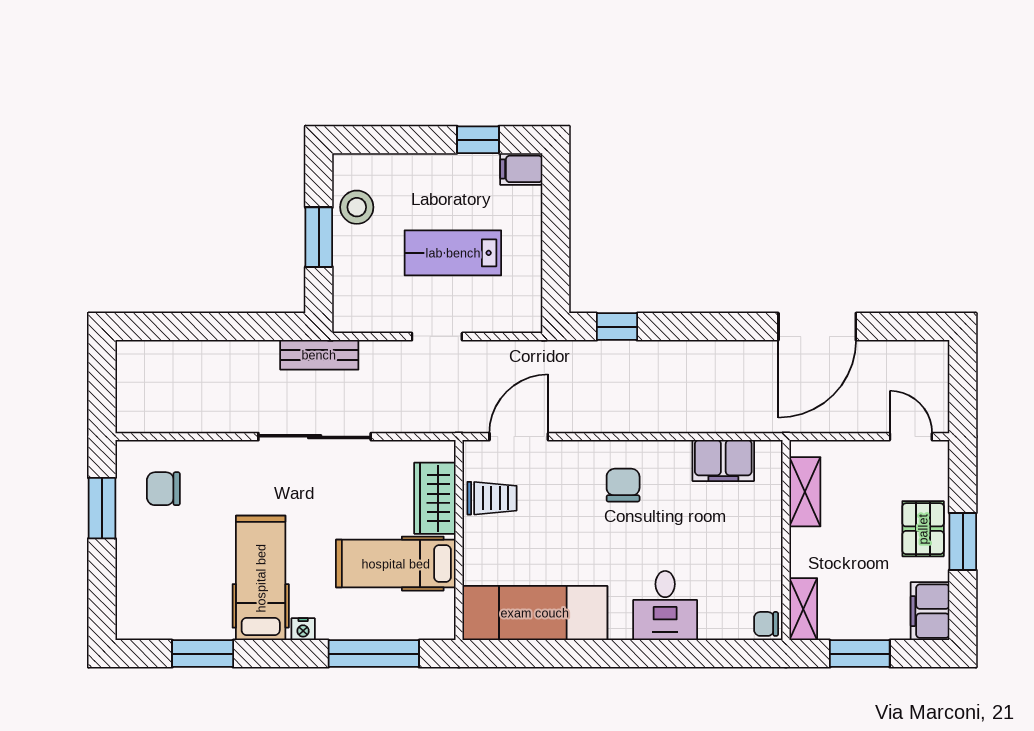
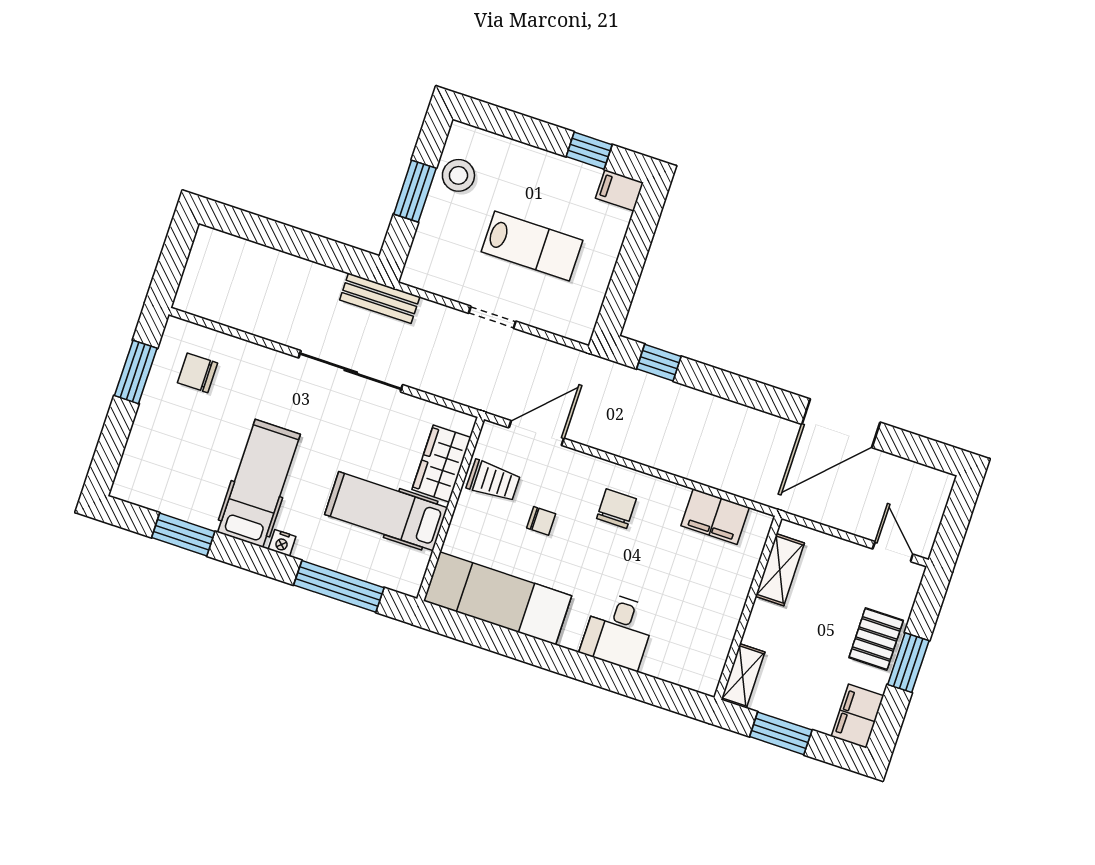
lab bench: (453, 253) -> (532, 246), turned 180
chair: (766, 624) -> (541, 521), moved, turned 180

